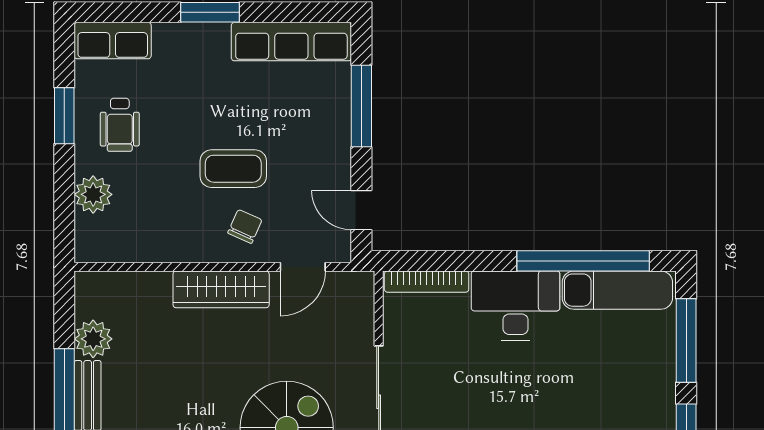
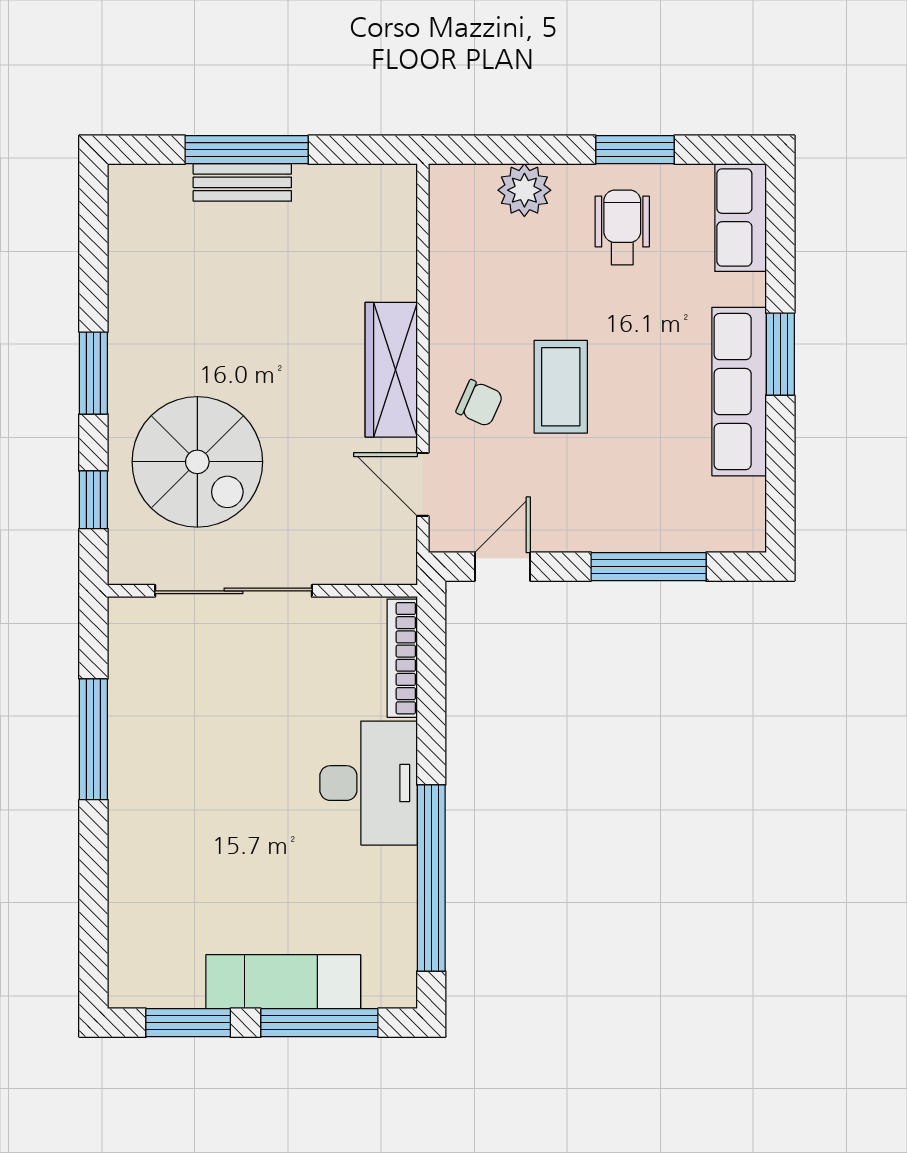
row of seats: (291, 42) -> (739, 392), moved
wheelchair: (120, 125) -> (622, 227), turned 90
exam couch: (617, 290) -> (283, 982), moved, turned 90
plant: (93, 339) -> (322, 190), removed

